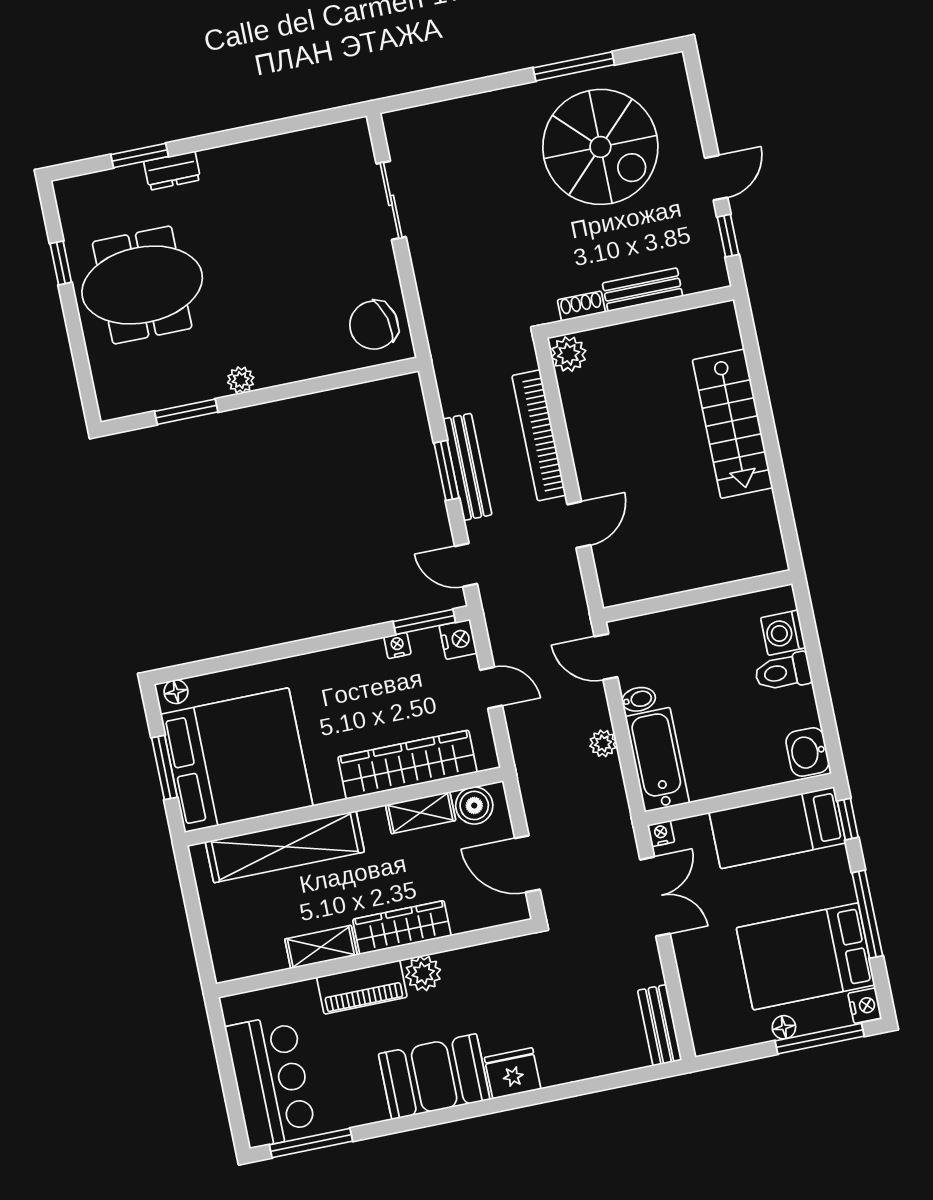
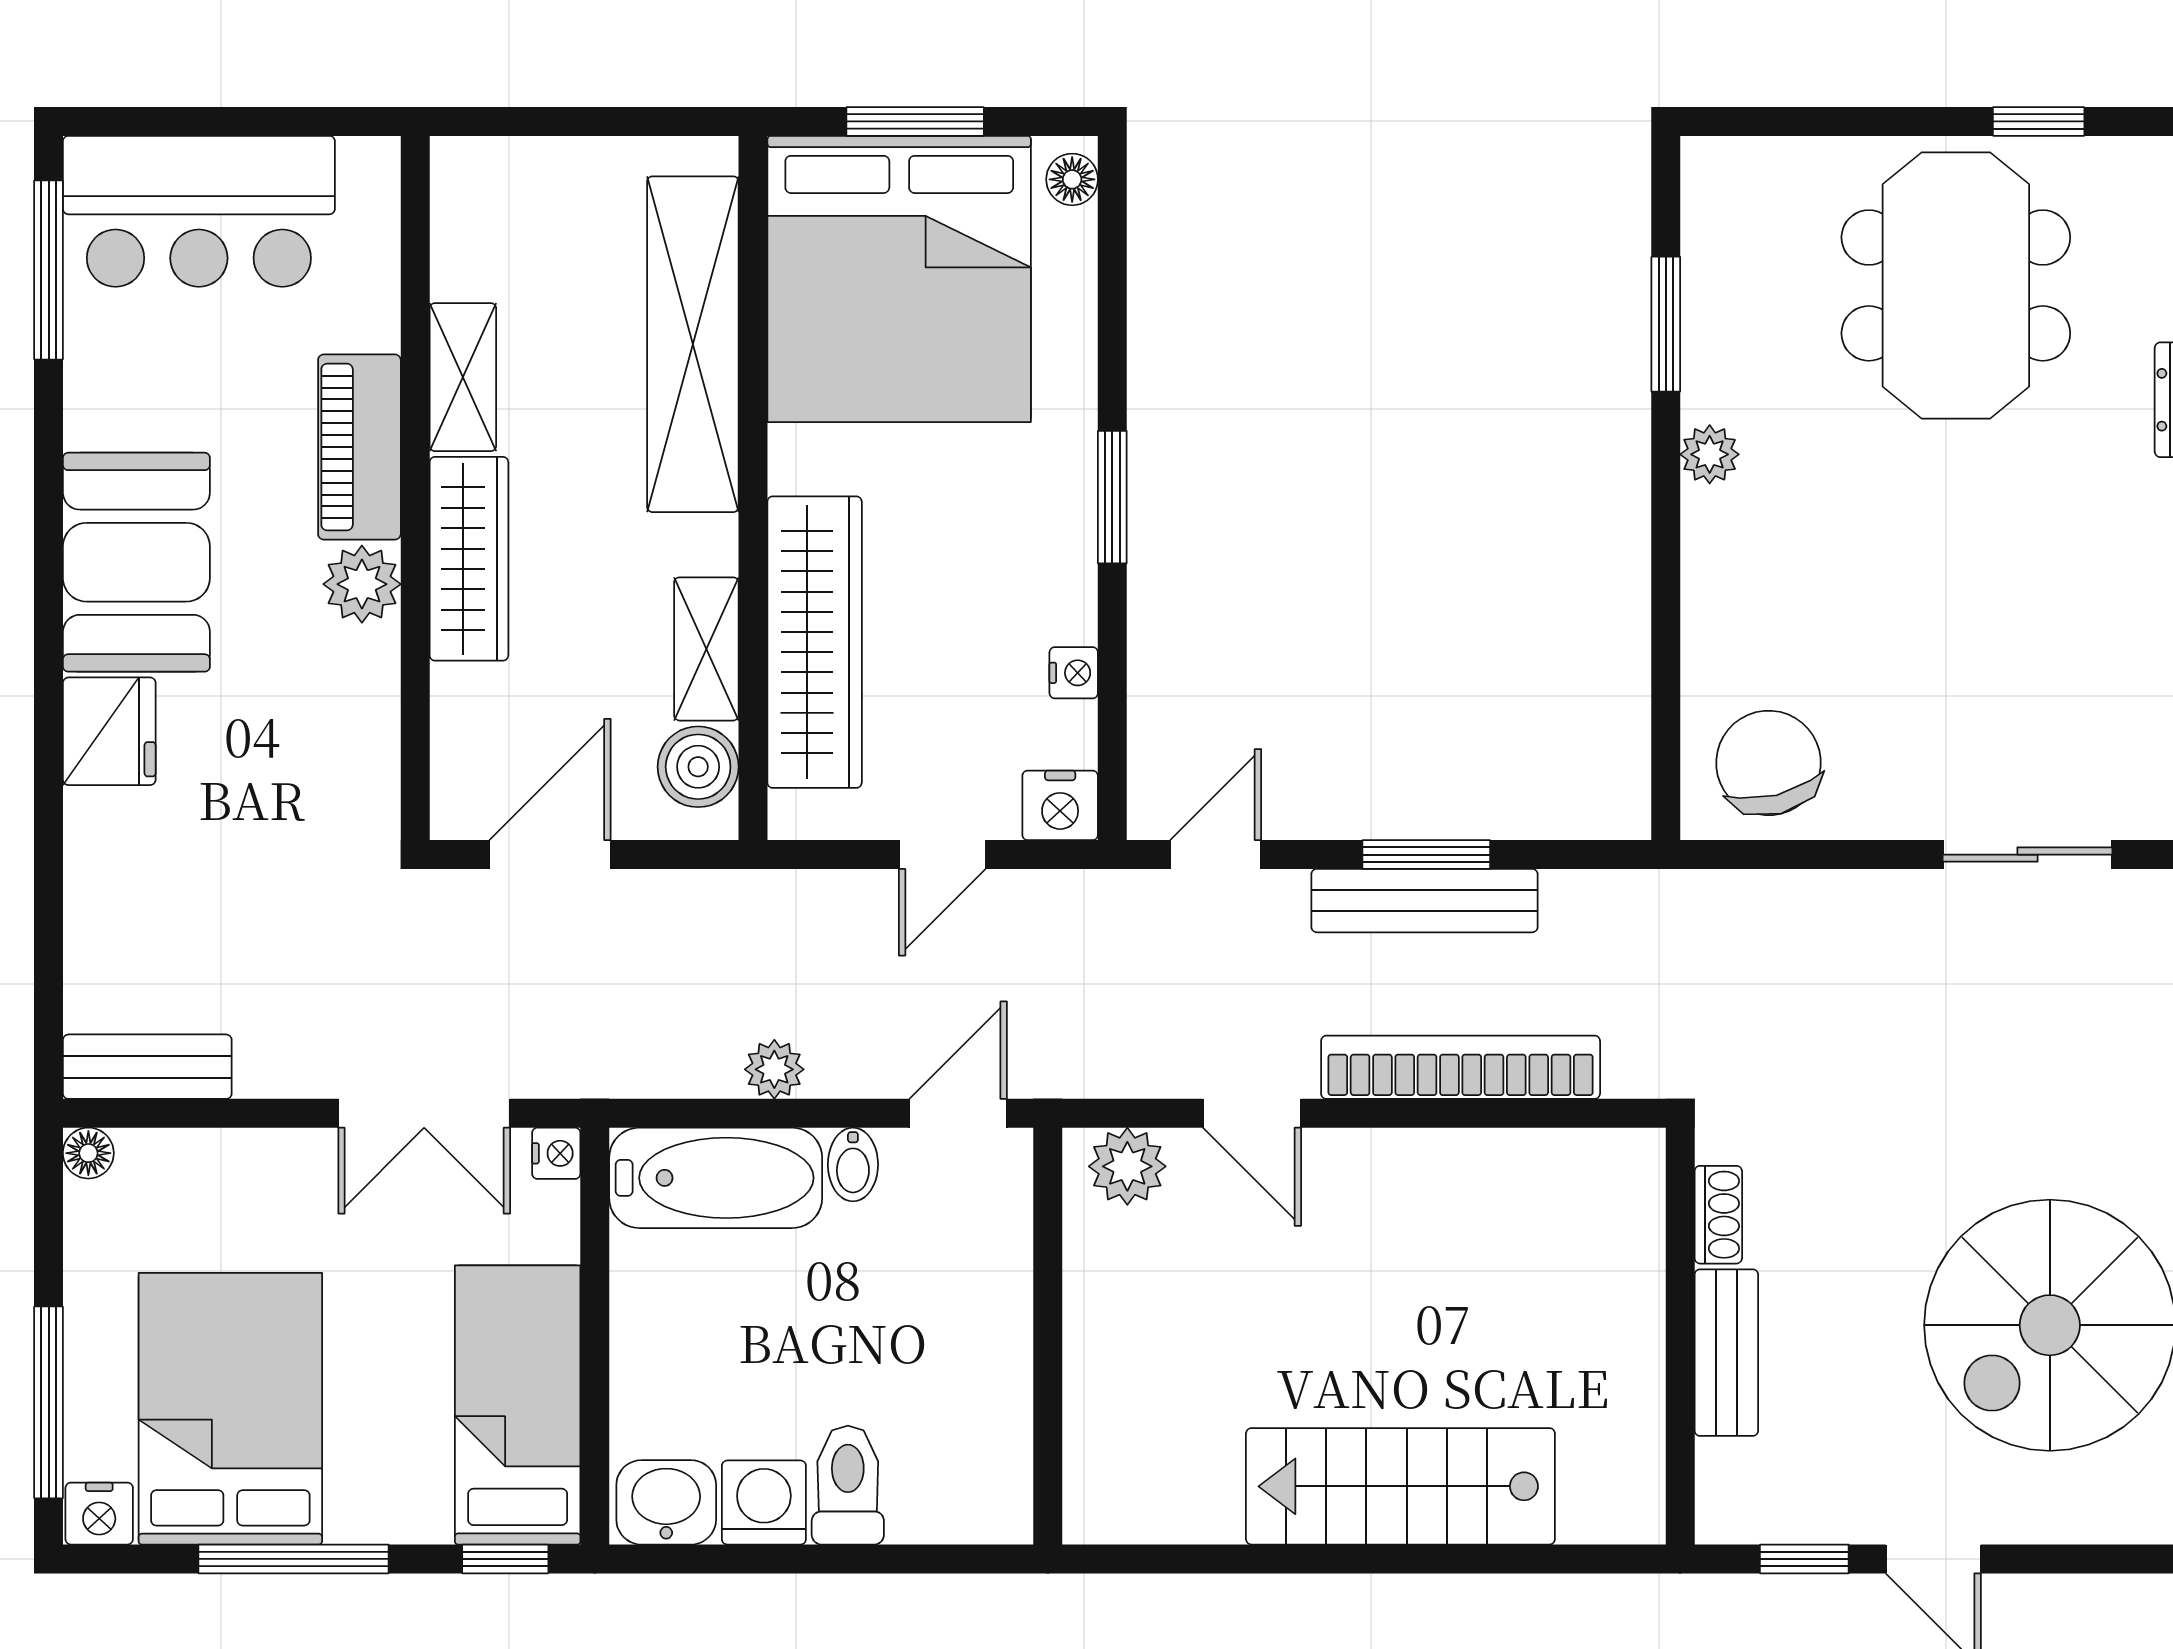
plant: (569, 354) -> (1127, 1166), moved
window: (424, 622) -> (1112, 497), moved
washing machine: (783, 633) -> (764, 1503), moved
floor lamp: (784, 1027) -> (88, 1153), moved

